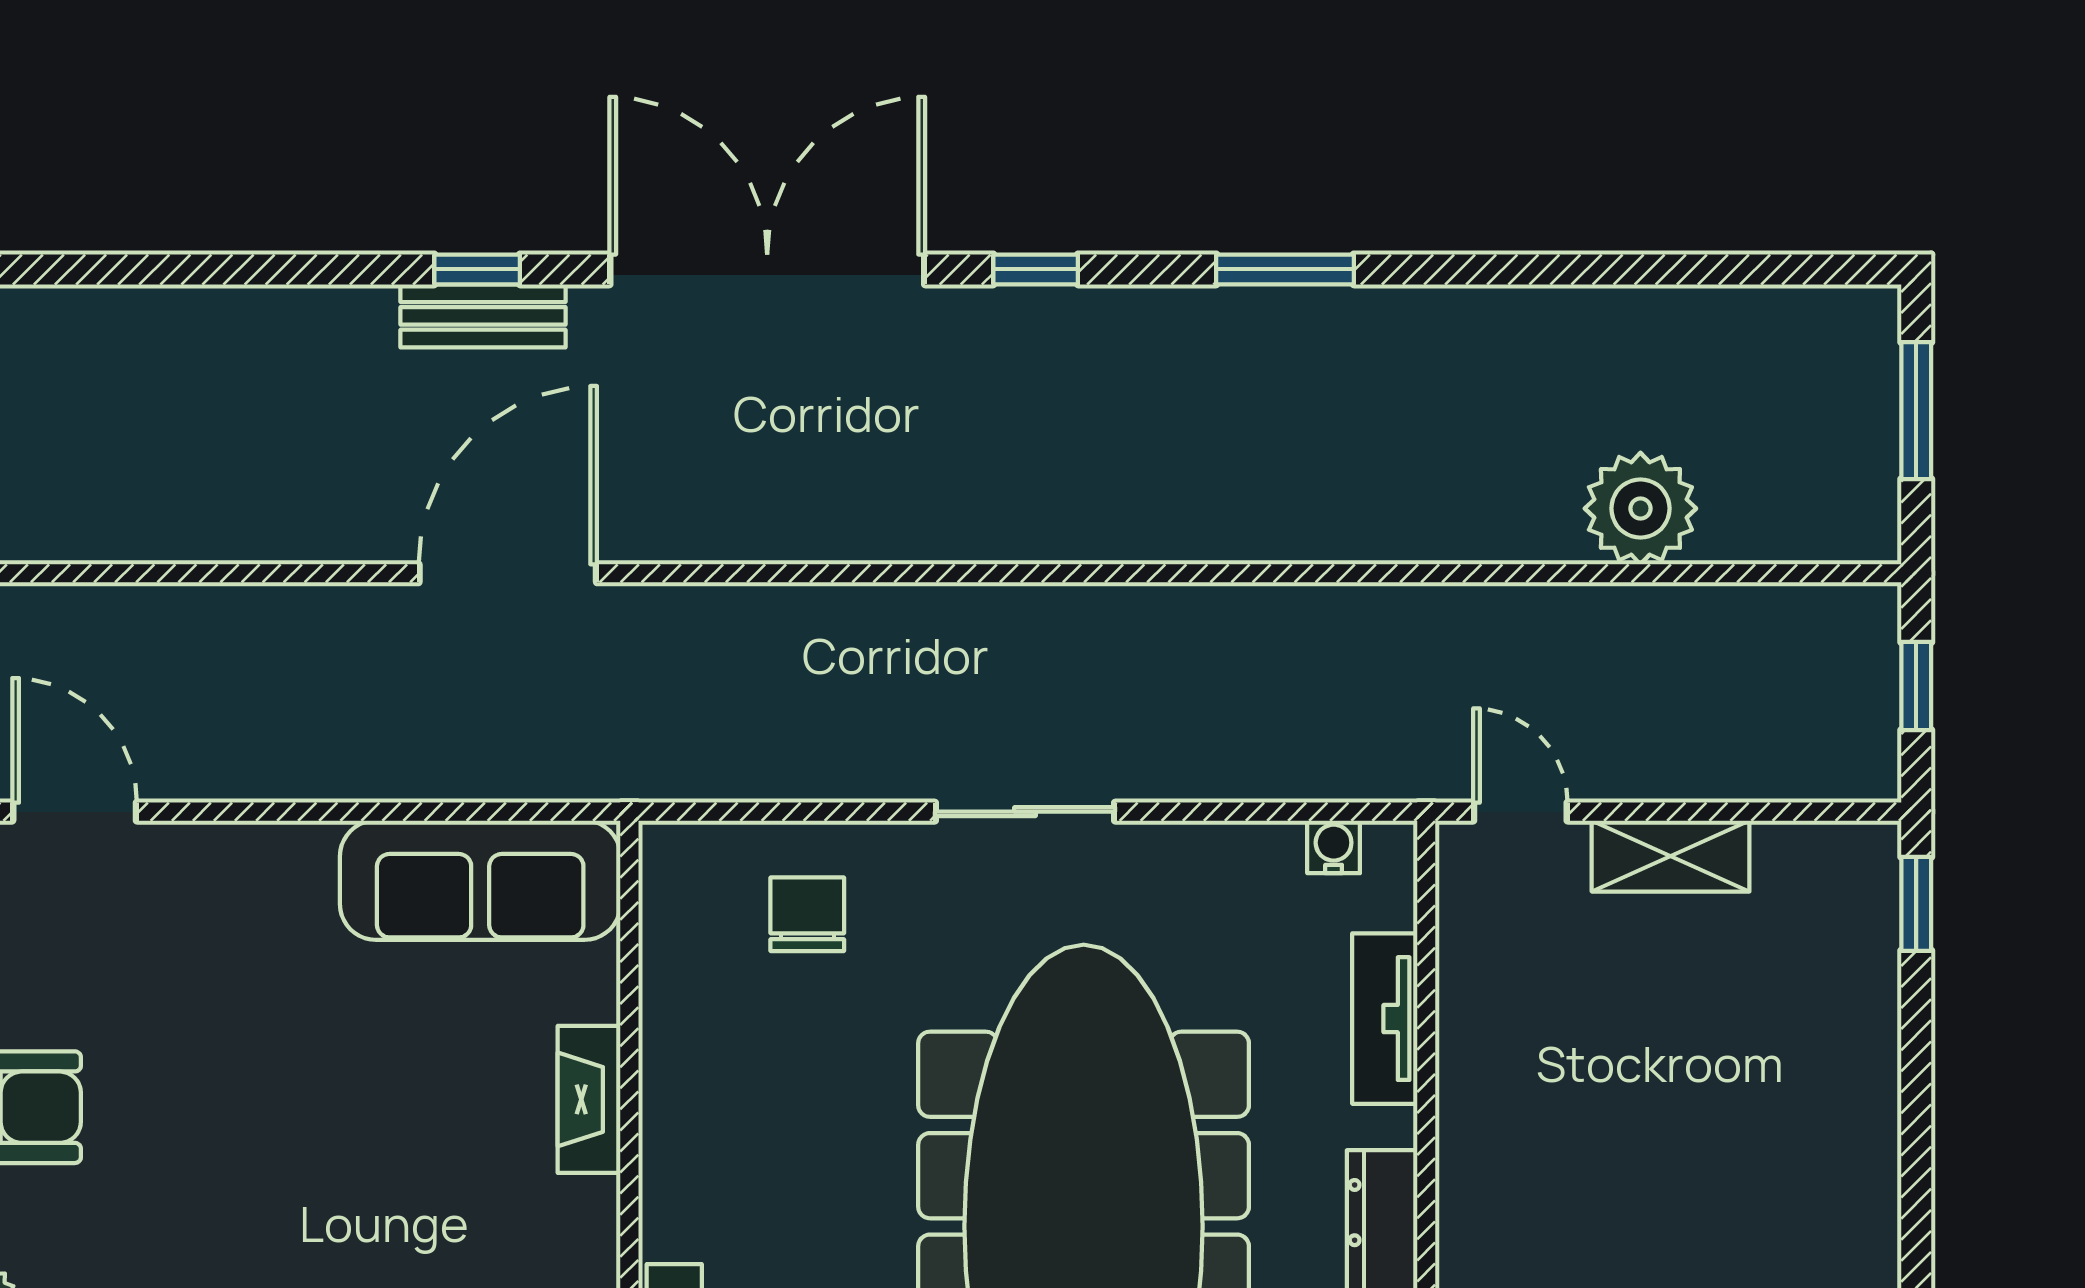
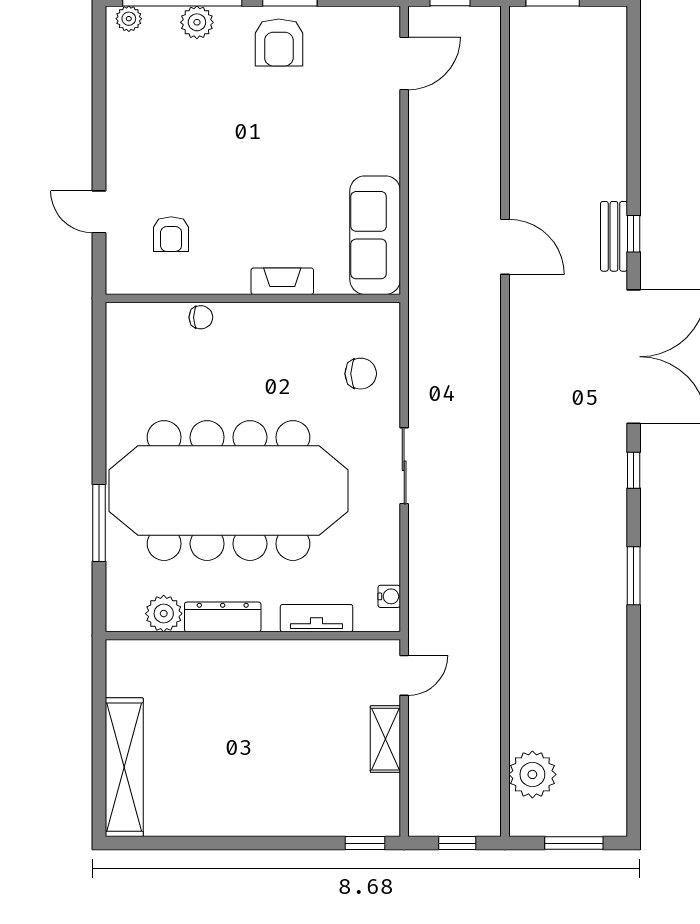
plant: (1640, 508) -> (532, 774), moved
door: (508, 573) -> (505, 247), width x0.73

